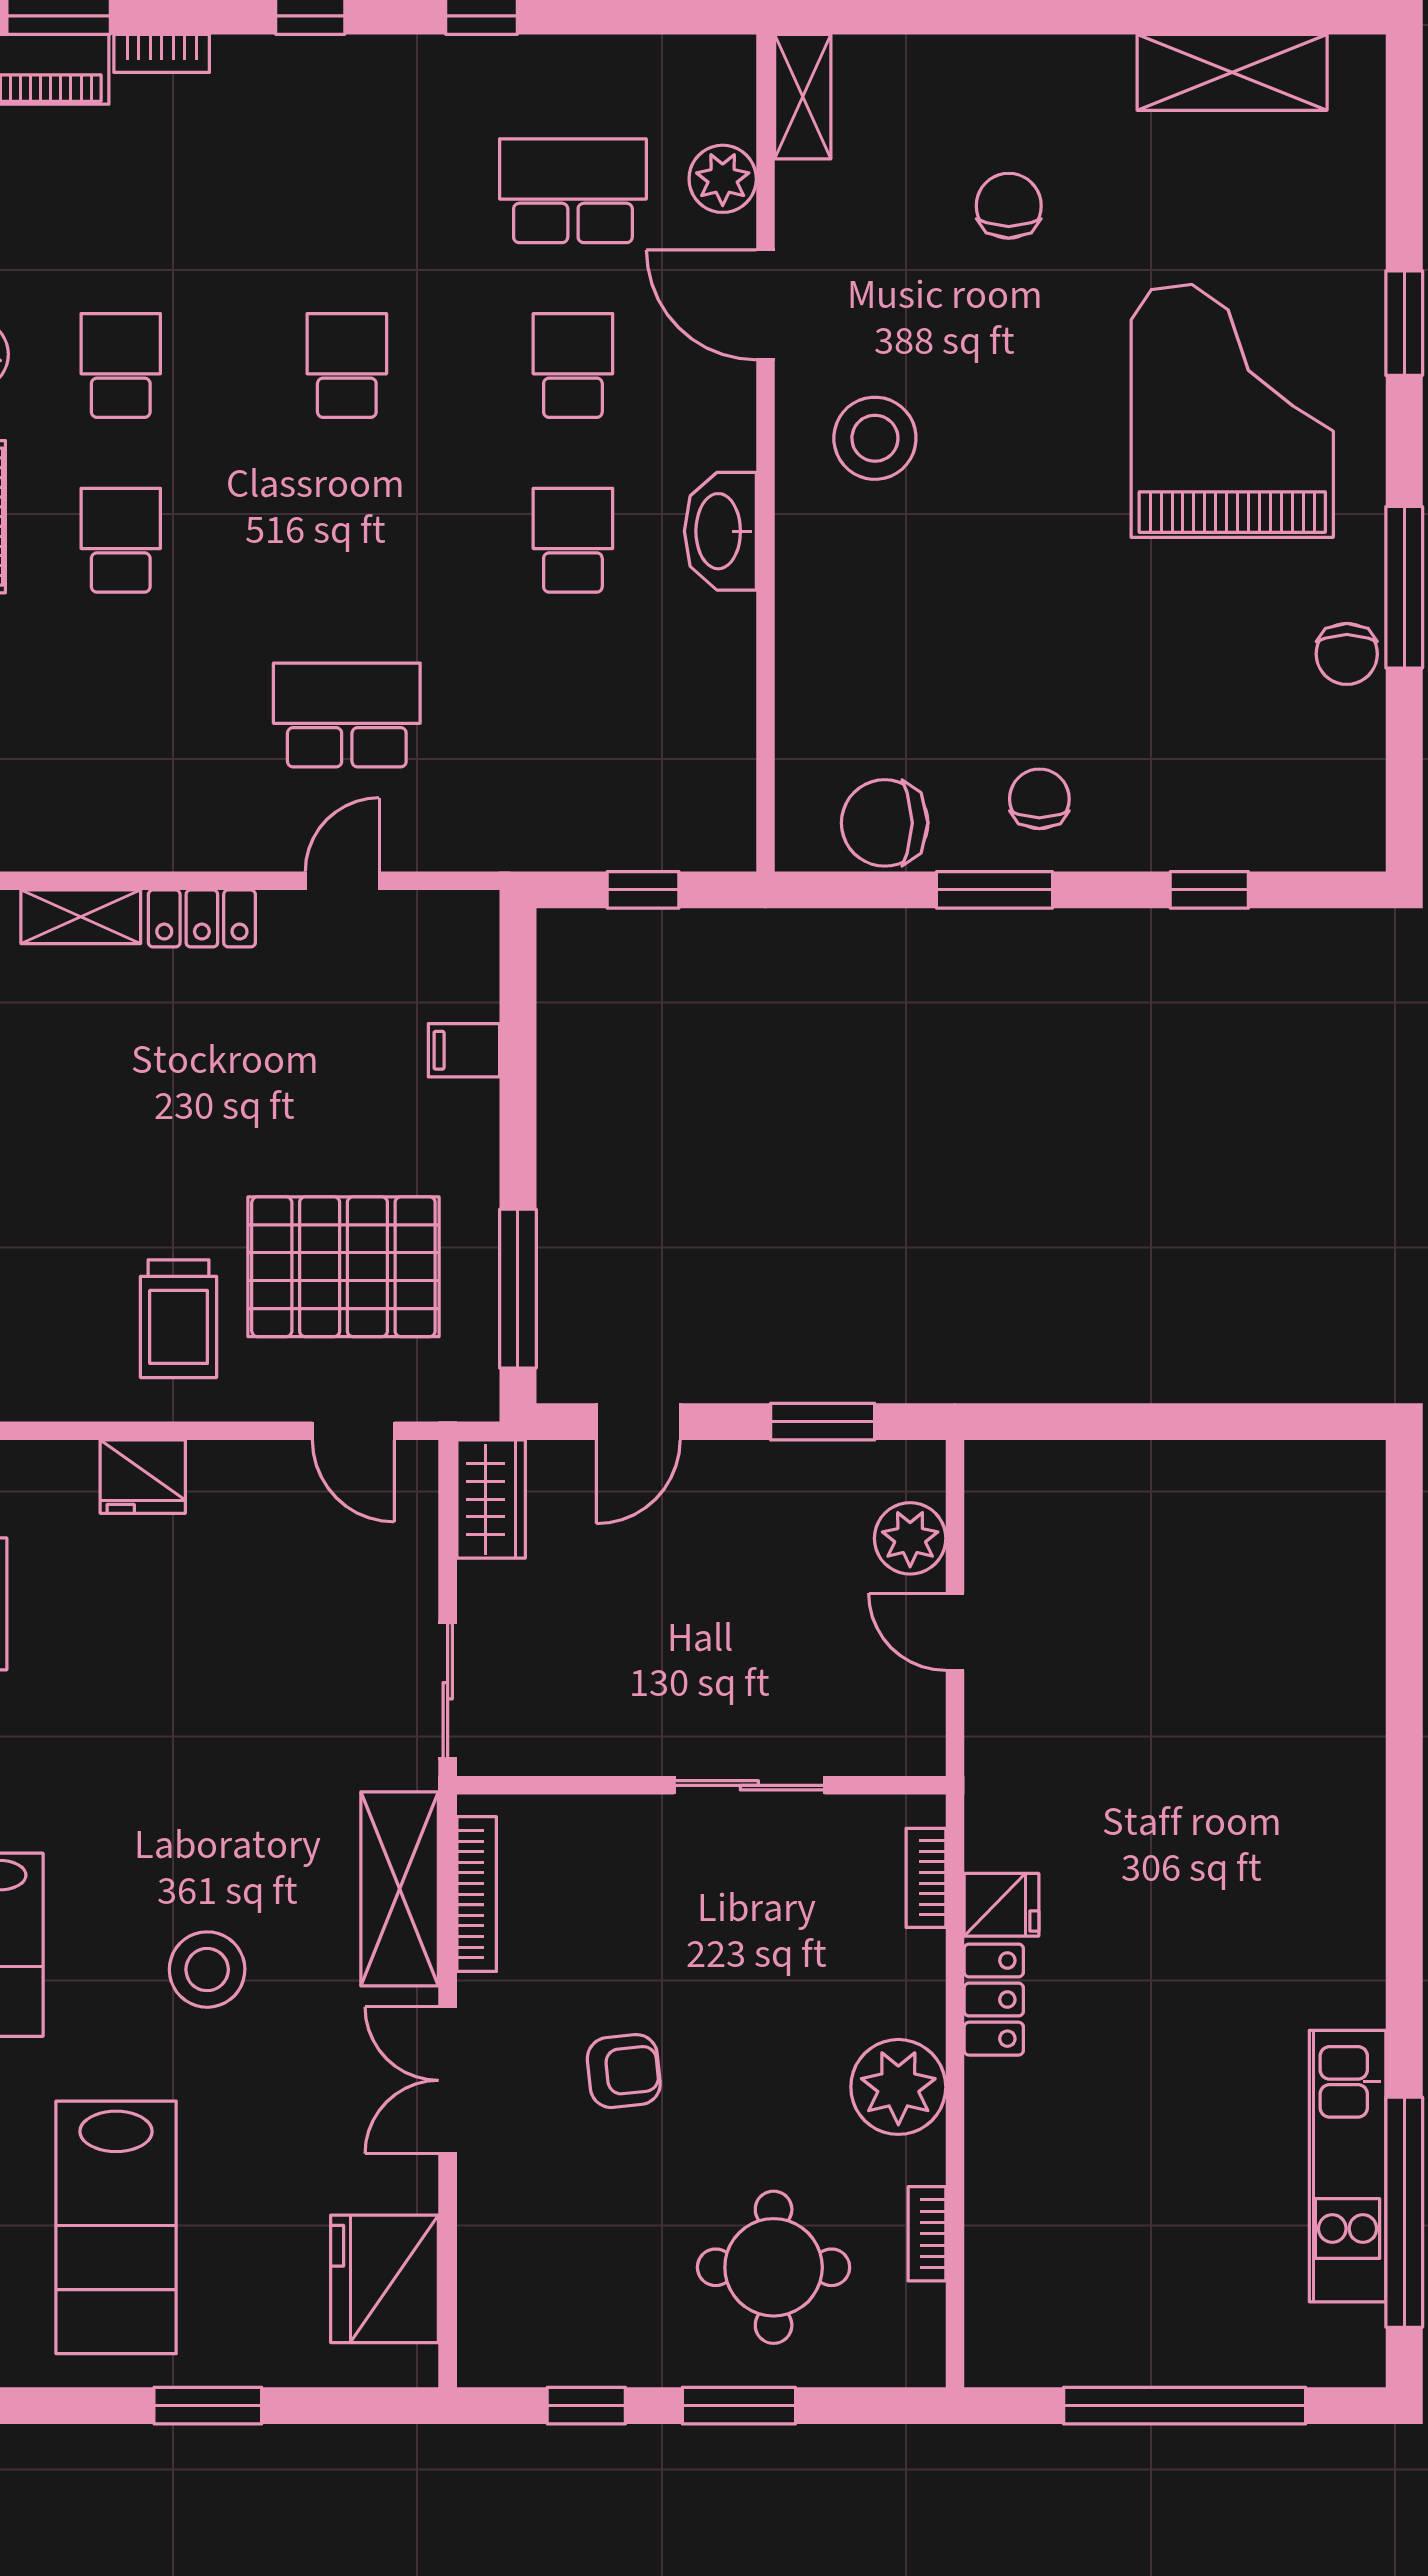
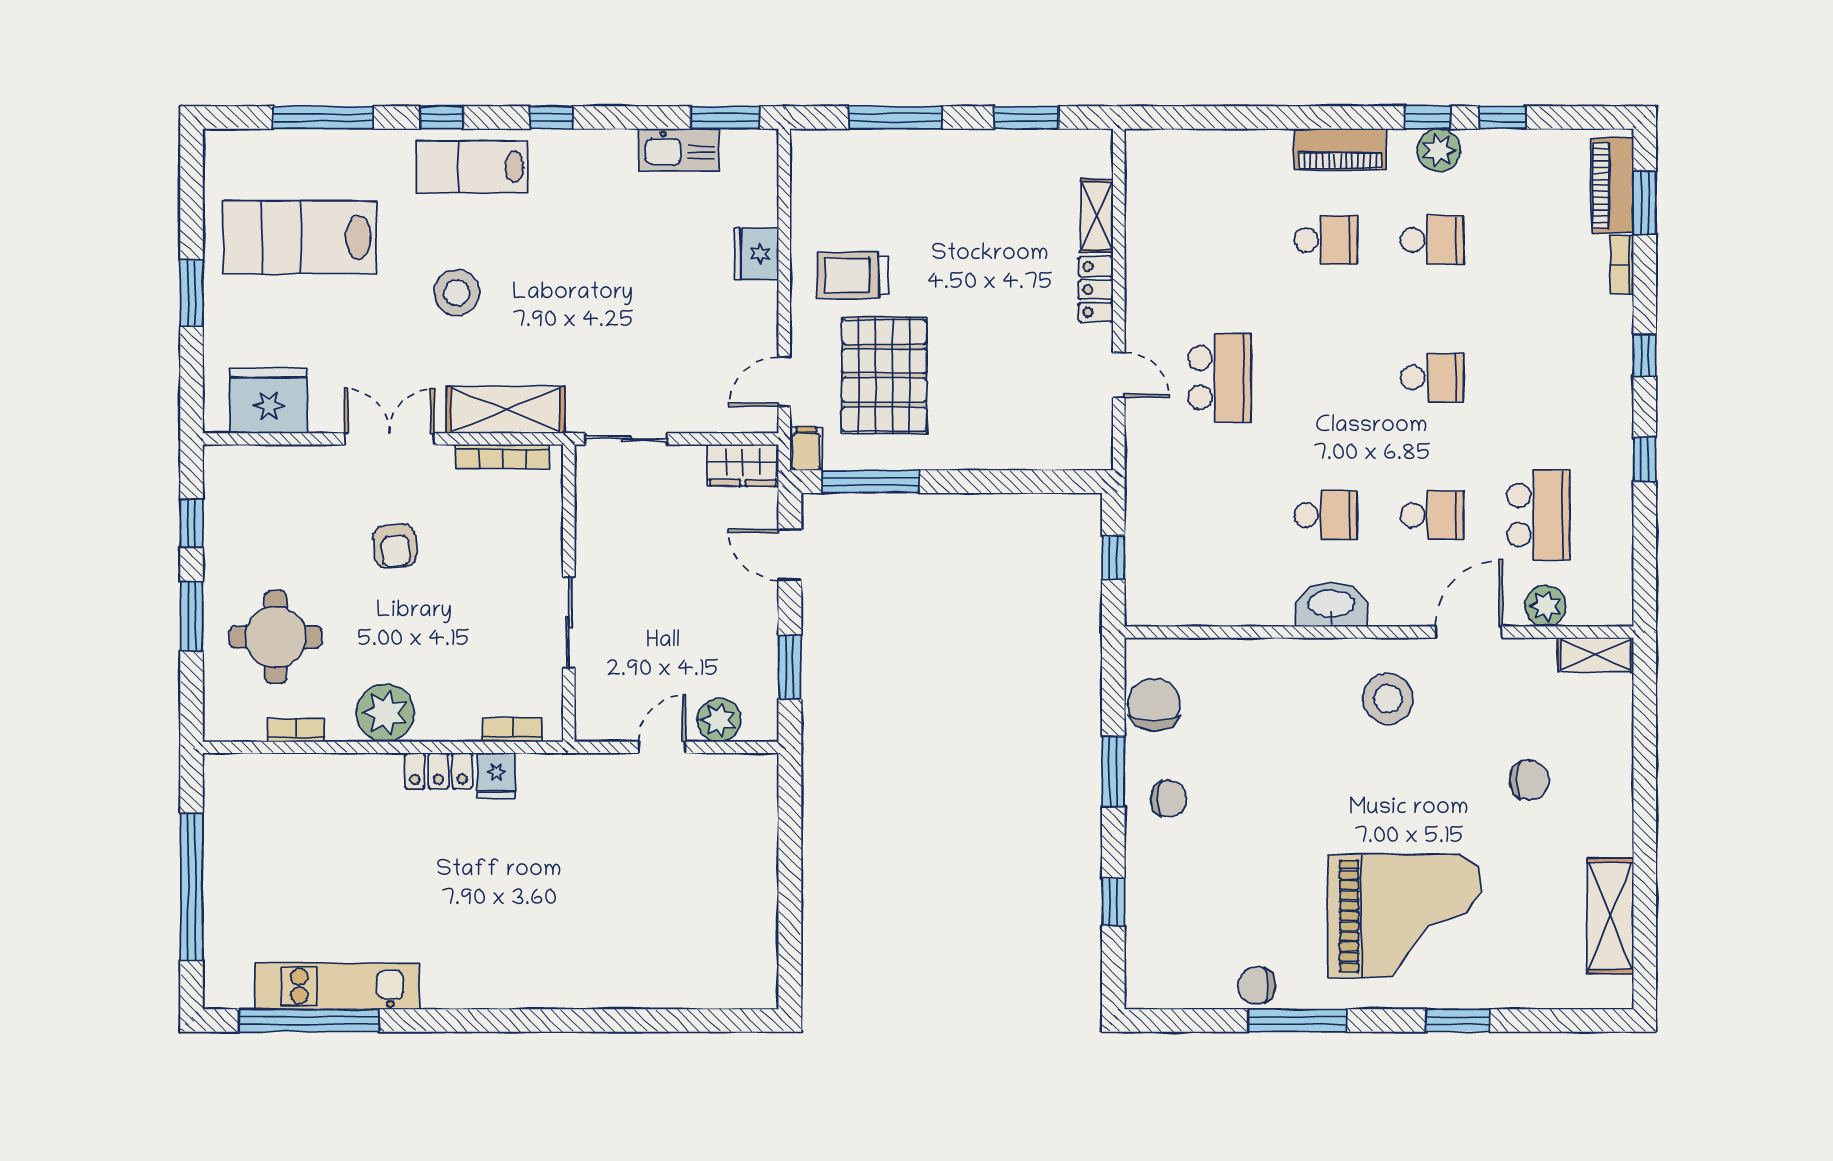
filing cabinet: (464, 1050) -> (806, 449), moved

